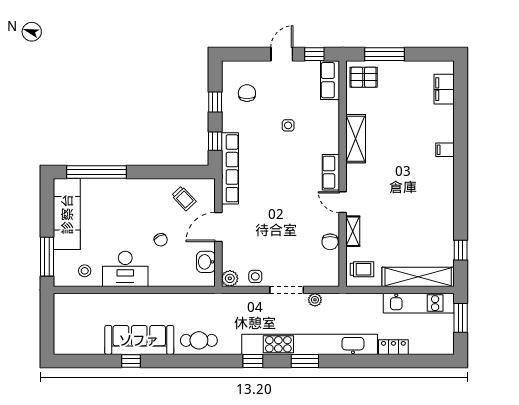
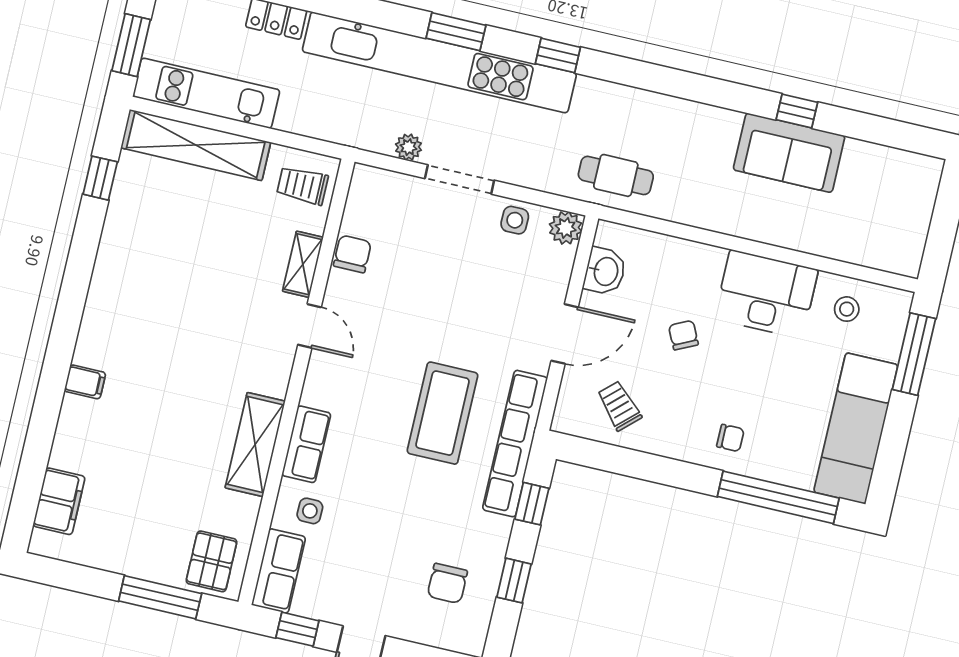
pallet: (364, 77) -> (212, 561), turned 90
side table: (288, 125) -> (310, 511), moved
row of seats: (331, 172) -> (306, 444), moved
coffee table: (269, 175) -> (443, 413), added
chair: (126, 195) -> (730, 438), added
sofa: (139, 340) -> (789, 153), width x0.73
cafe table: (199, 340) -> (616, 175), moved

